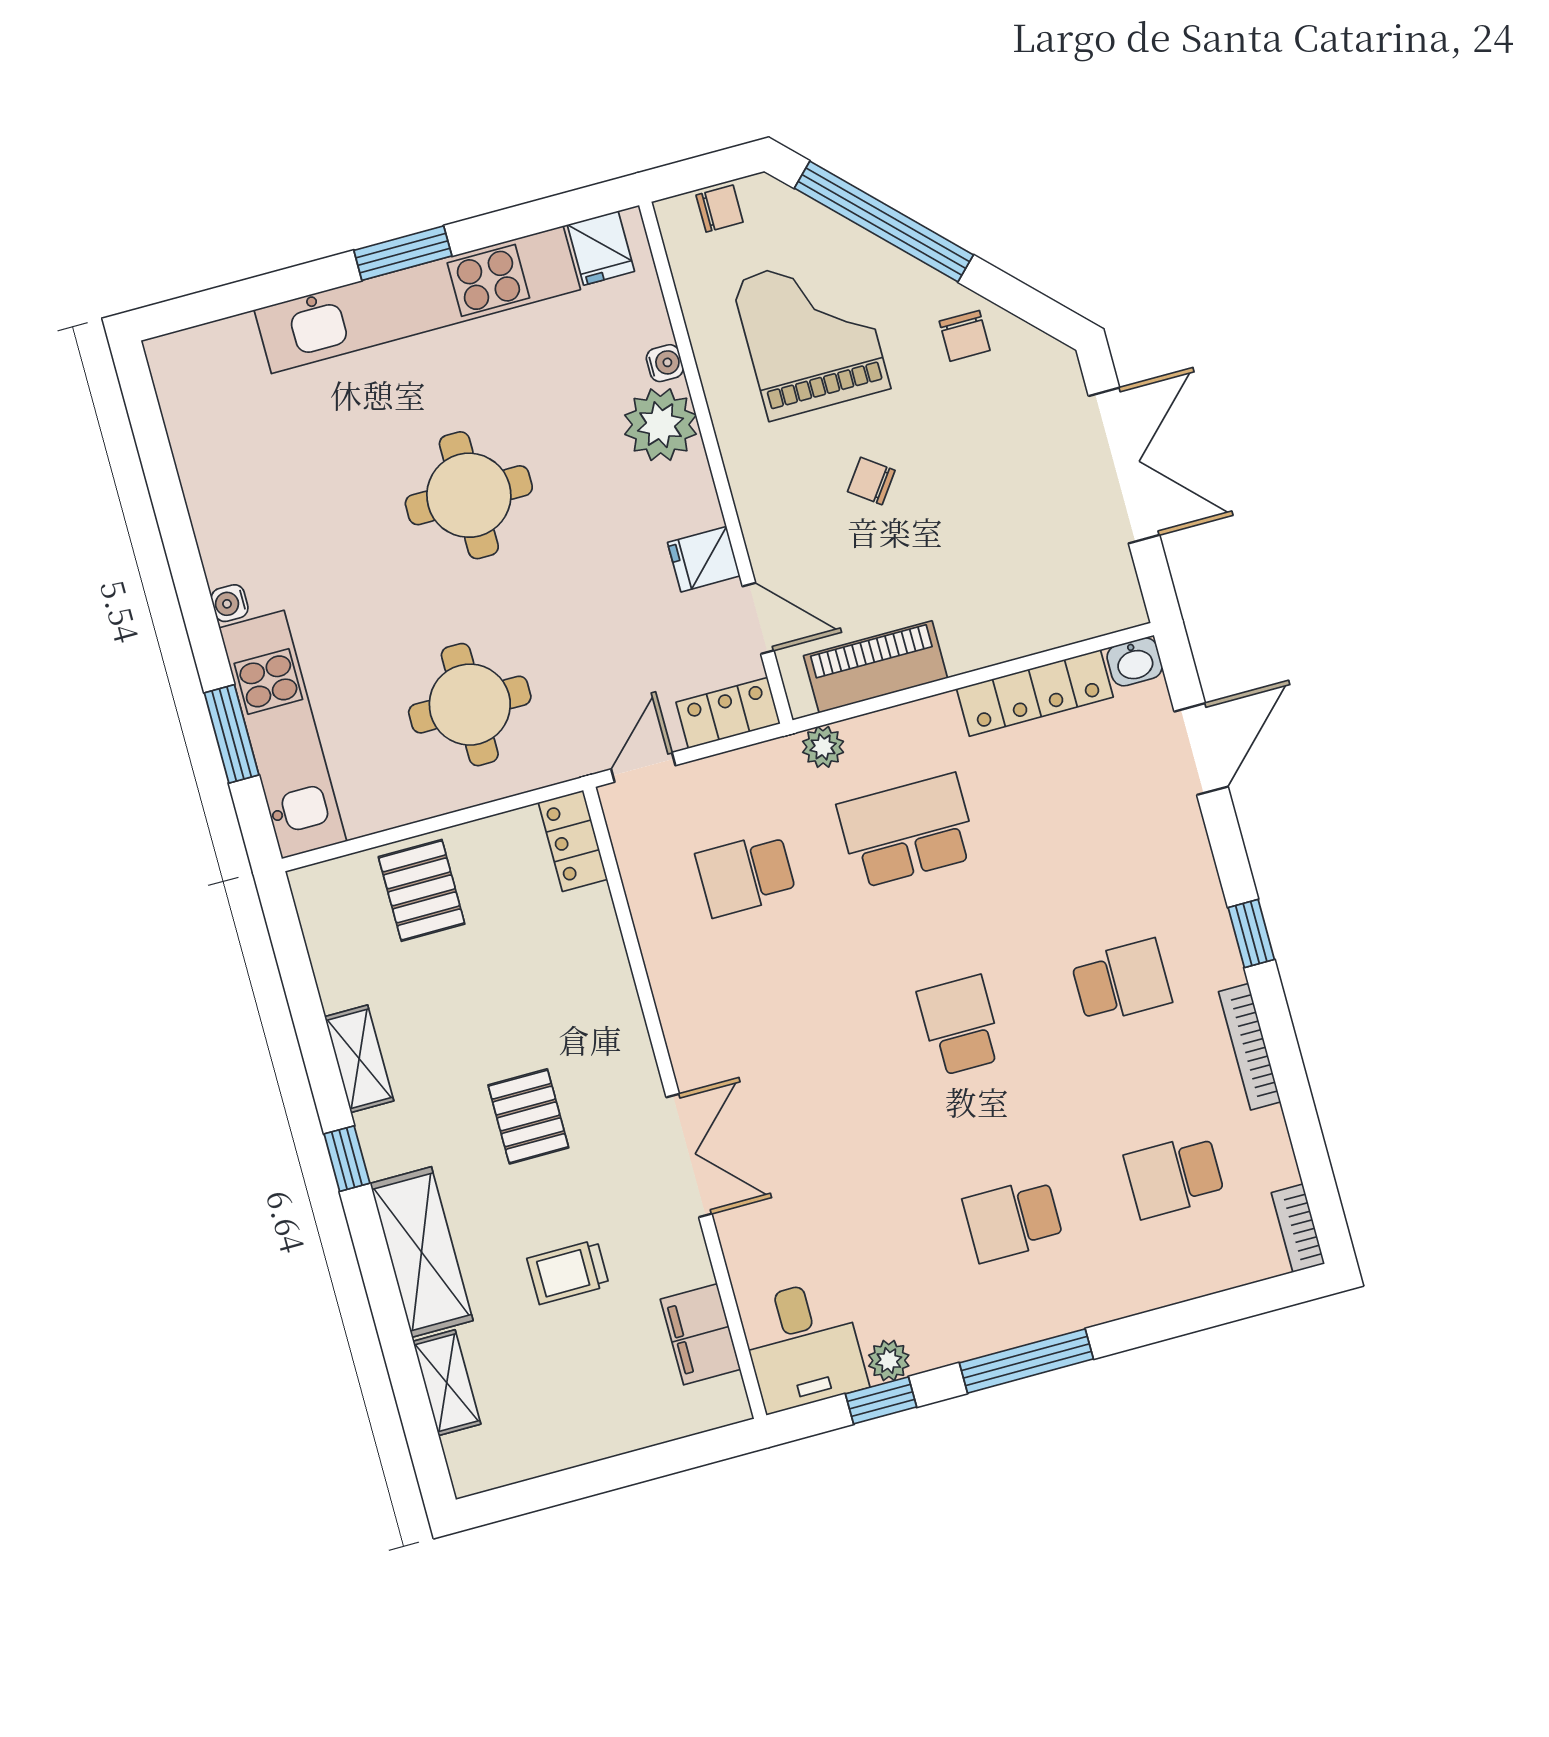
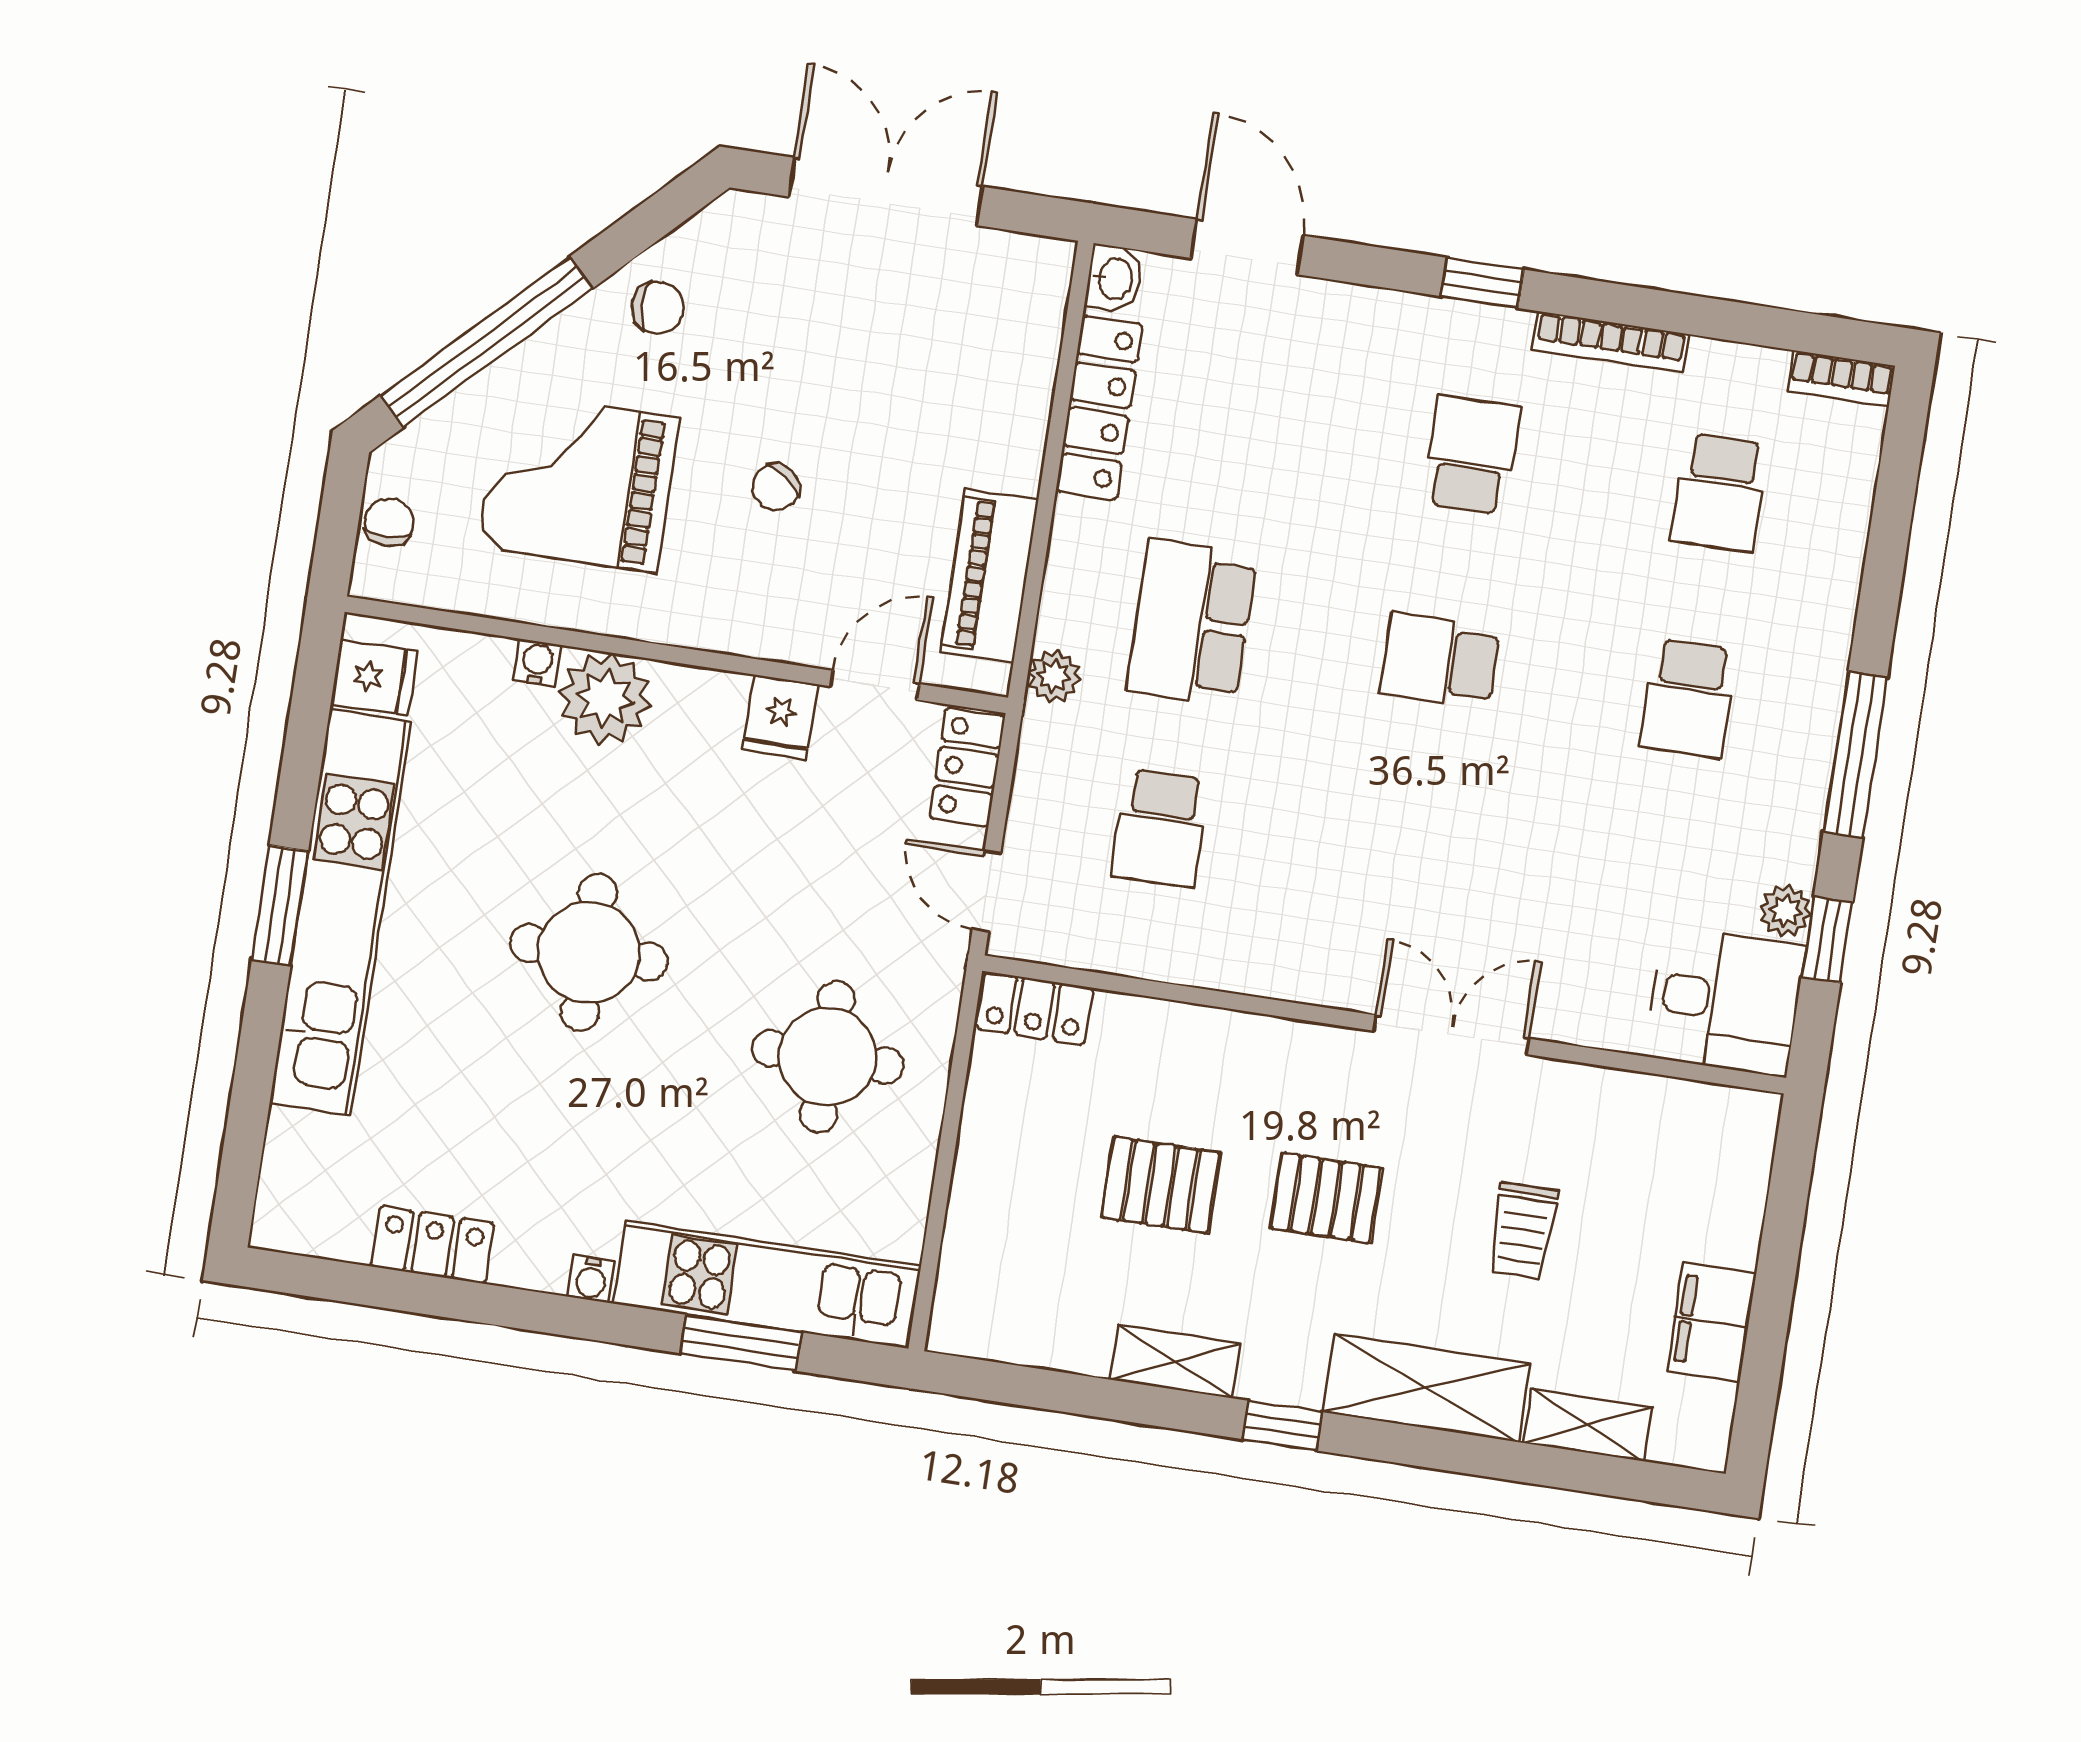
locker: (203, 476) -> (433, 1245), added
pallet: (422, 890) -> (1161, 1185), moved
filing cabinet: (700, 1334) -> (1712, 1322), moved, turned 90

